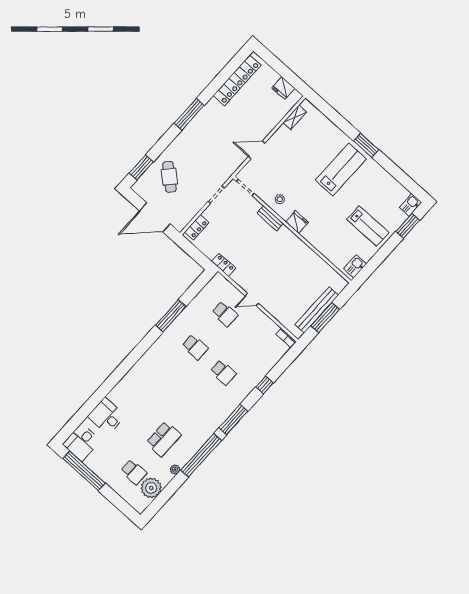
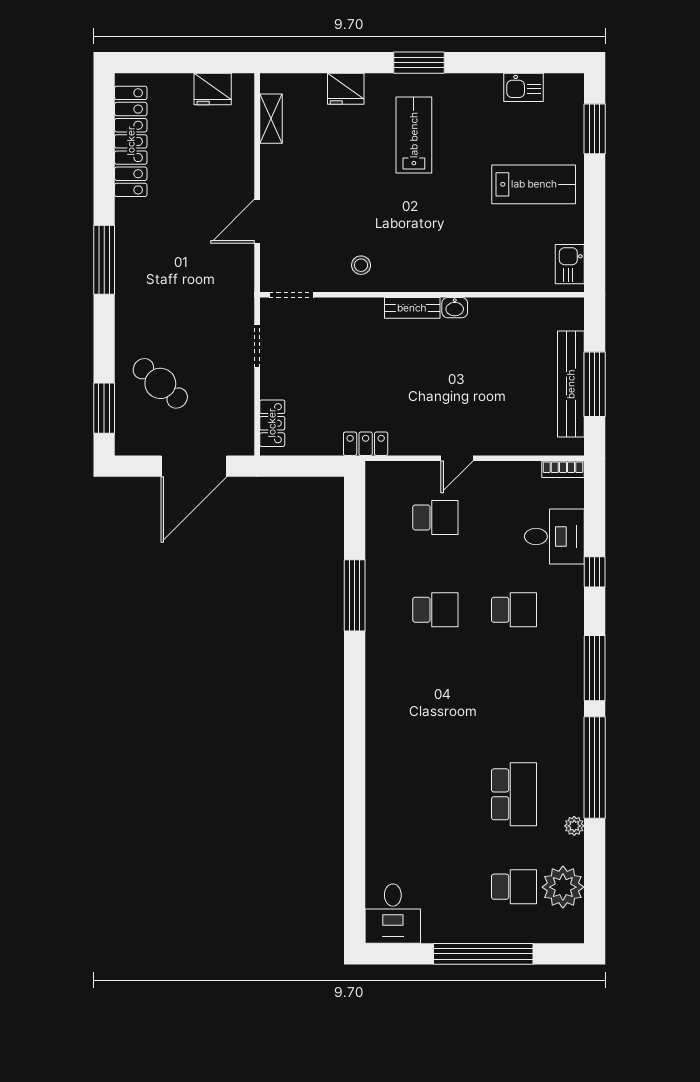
lab bench: (341, 170) -> (414, 135), width x0.73, depth x0.72
kitchen sink: (410, 205) -> (523, 87), moved, turned -90
bench: (270, 218) -> (412, 308), moved
fridge: (297, 222) -> (346, 89), moved, turned 180
washbasin: (300, 245) -> (455, 308), added
desk: (107, 416) -> (554, 536), moved, turned 180
window: (84, 471) -> (483, 954), moved

